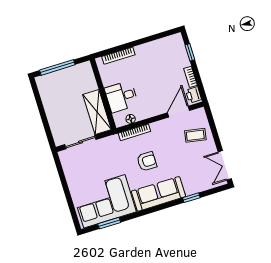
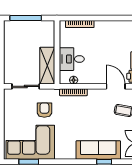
door: (179, 112) -> (116, 86), hinge flipped
armchair: (147, 161) -> (44, 110), moved, turned -90
sofa: (158, 194) -> (98, 150), moved

